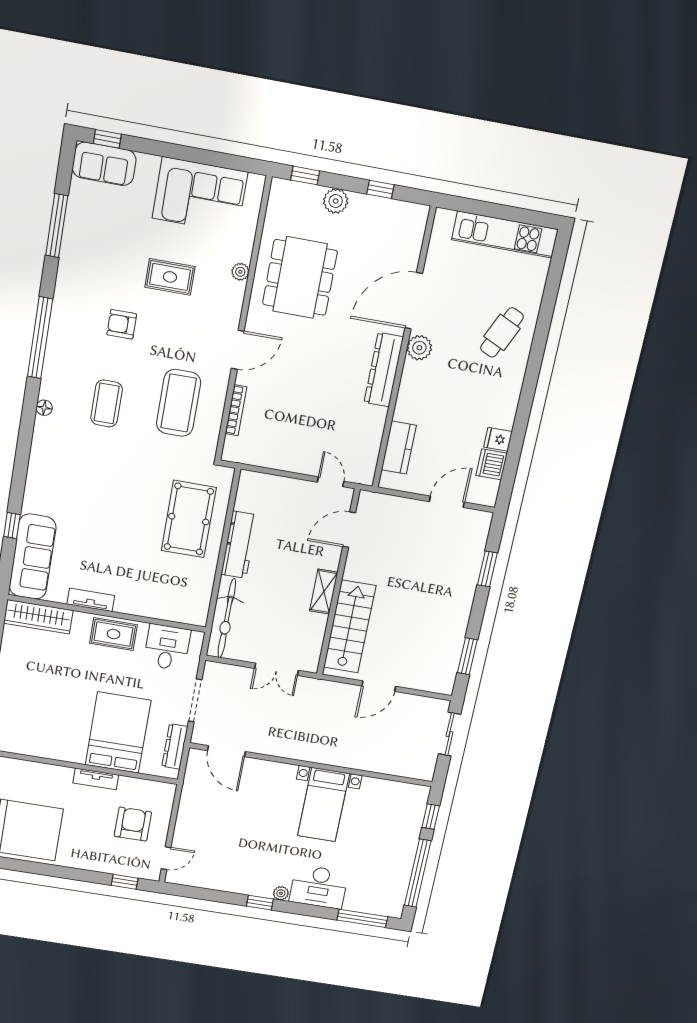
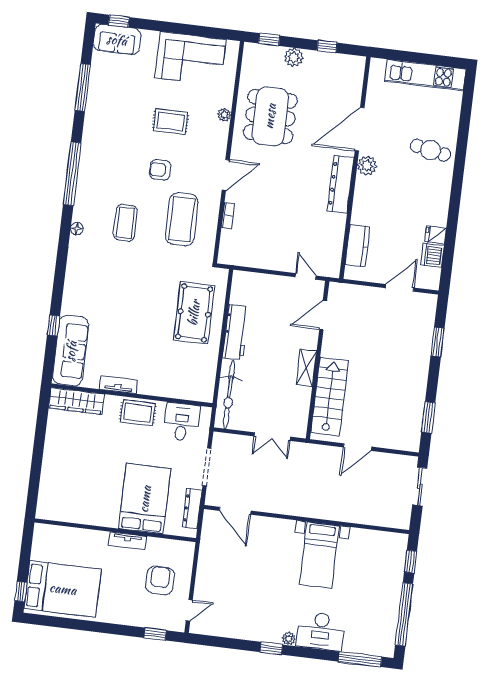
armchair: (122, 324) -> (160, 170), moved
cafe table: (502, 332) -> (430, 150), turned 76
bookcase: (236, 410) -> (228, 216), width x0.64

